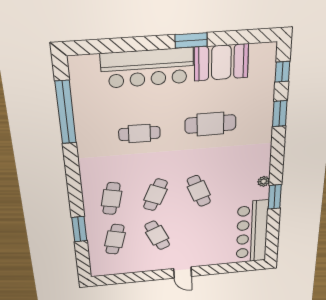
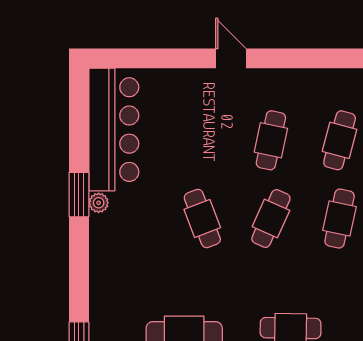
plant: (264, 181) -> (99, 203), moved
cafe table: (157, 235) -> (271, 140), turned 36

